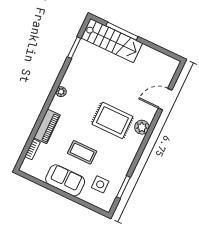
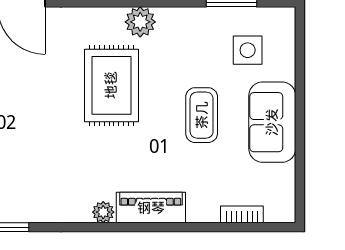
piano: (47, 126) -> (151, 208), moved
plant: (142, 127) -> (140, 22), moved

